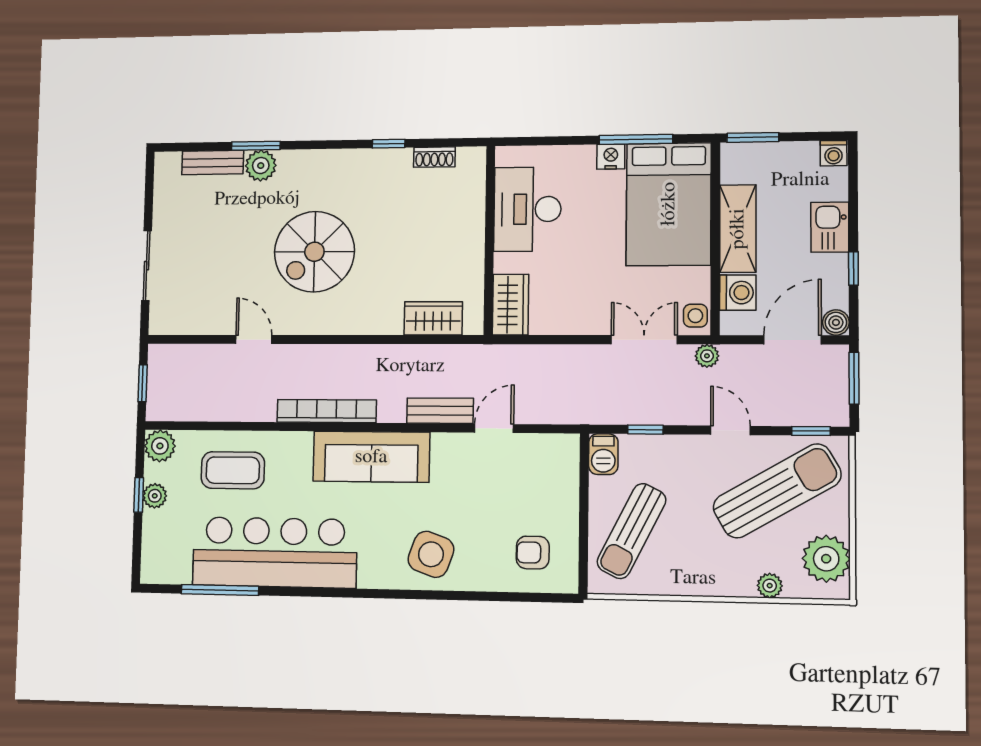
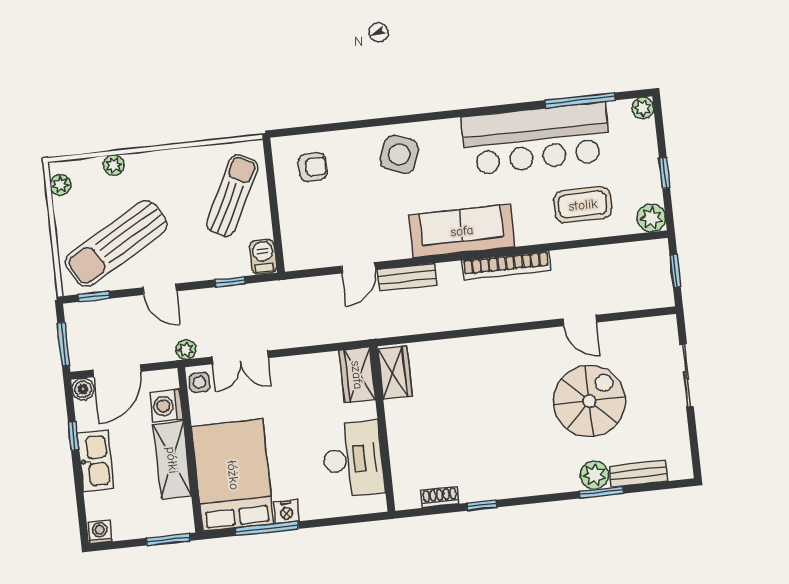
kitchen sink: (830, 227) -> (96, 461), width x1.38
spiral stairs: (314, 252) -> (589, 401), moved
wardrobe: (433, 318) -> (395, 373), moved, turned -90
plant: (155, 496) -> (643, 108), moved
plant: (826, 559) -> (60, 185), width x0.53, depth x0.53

